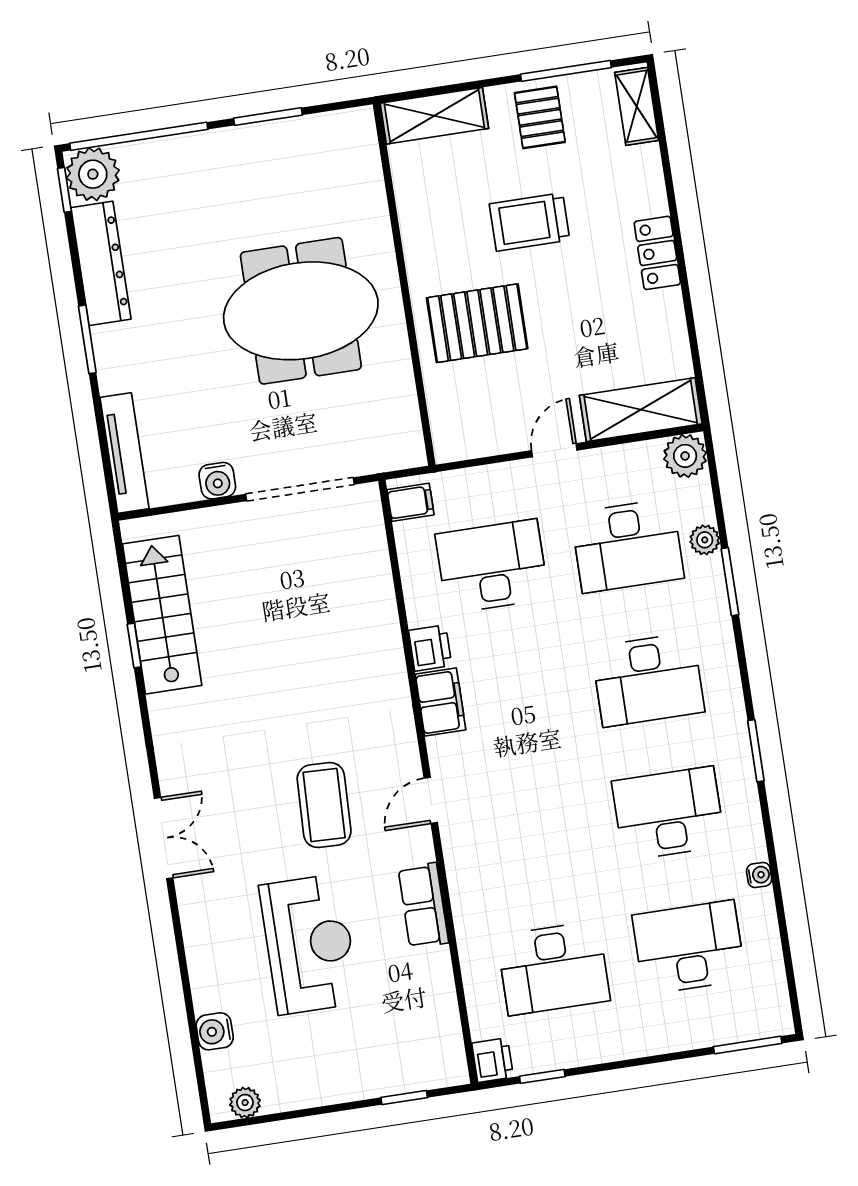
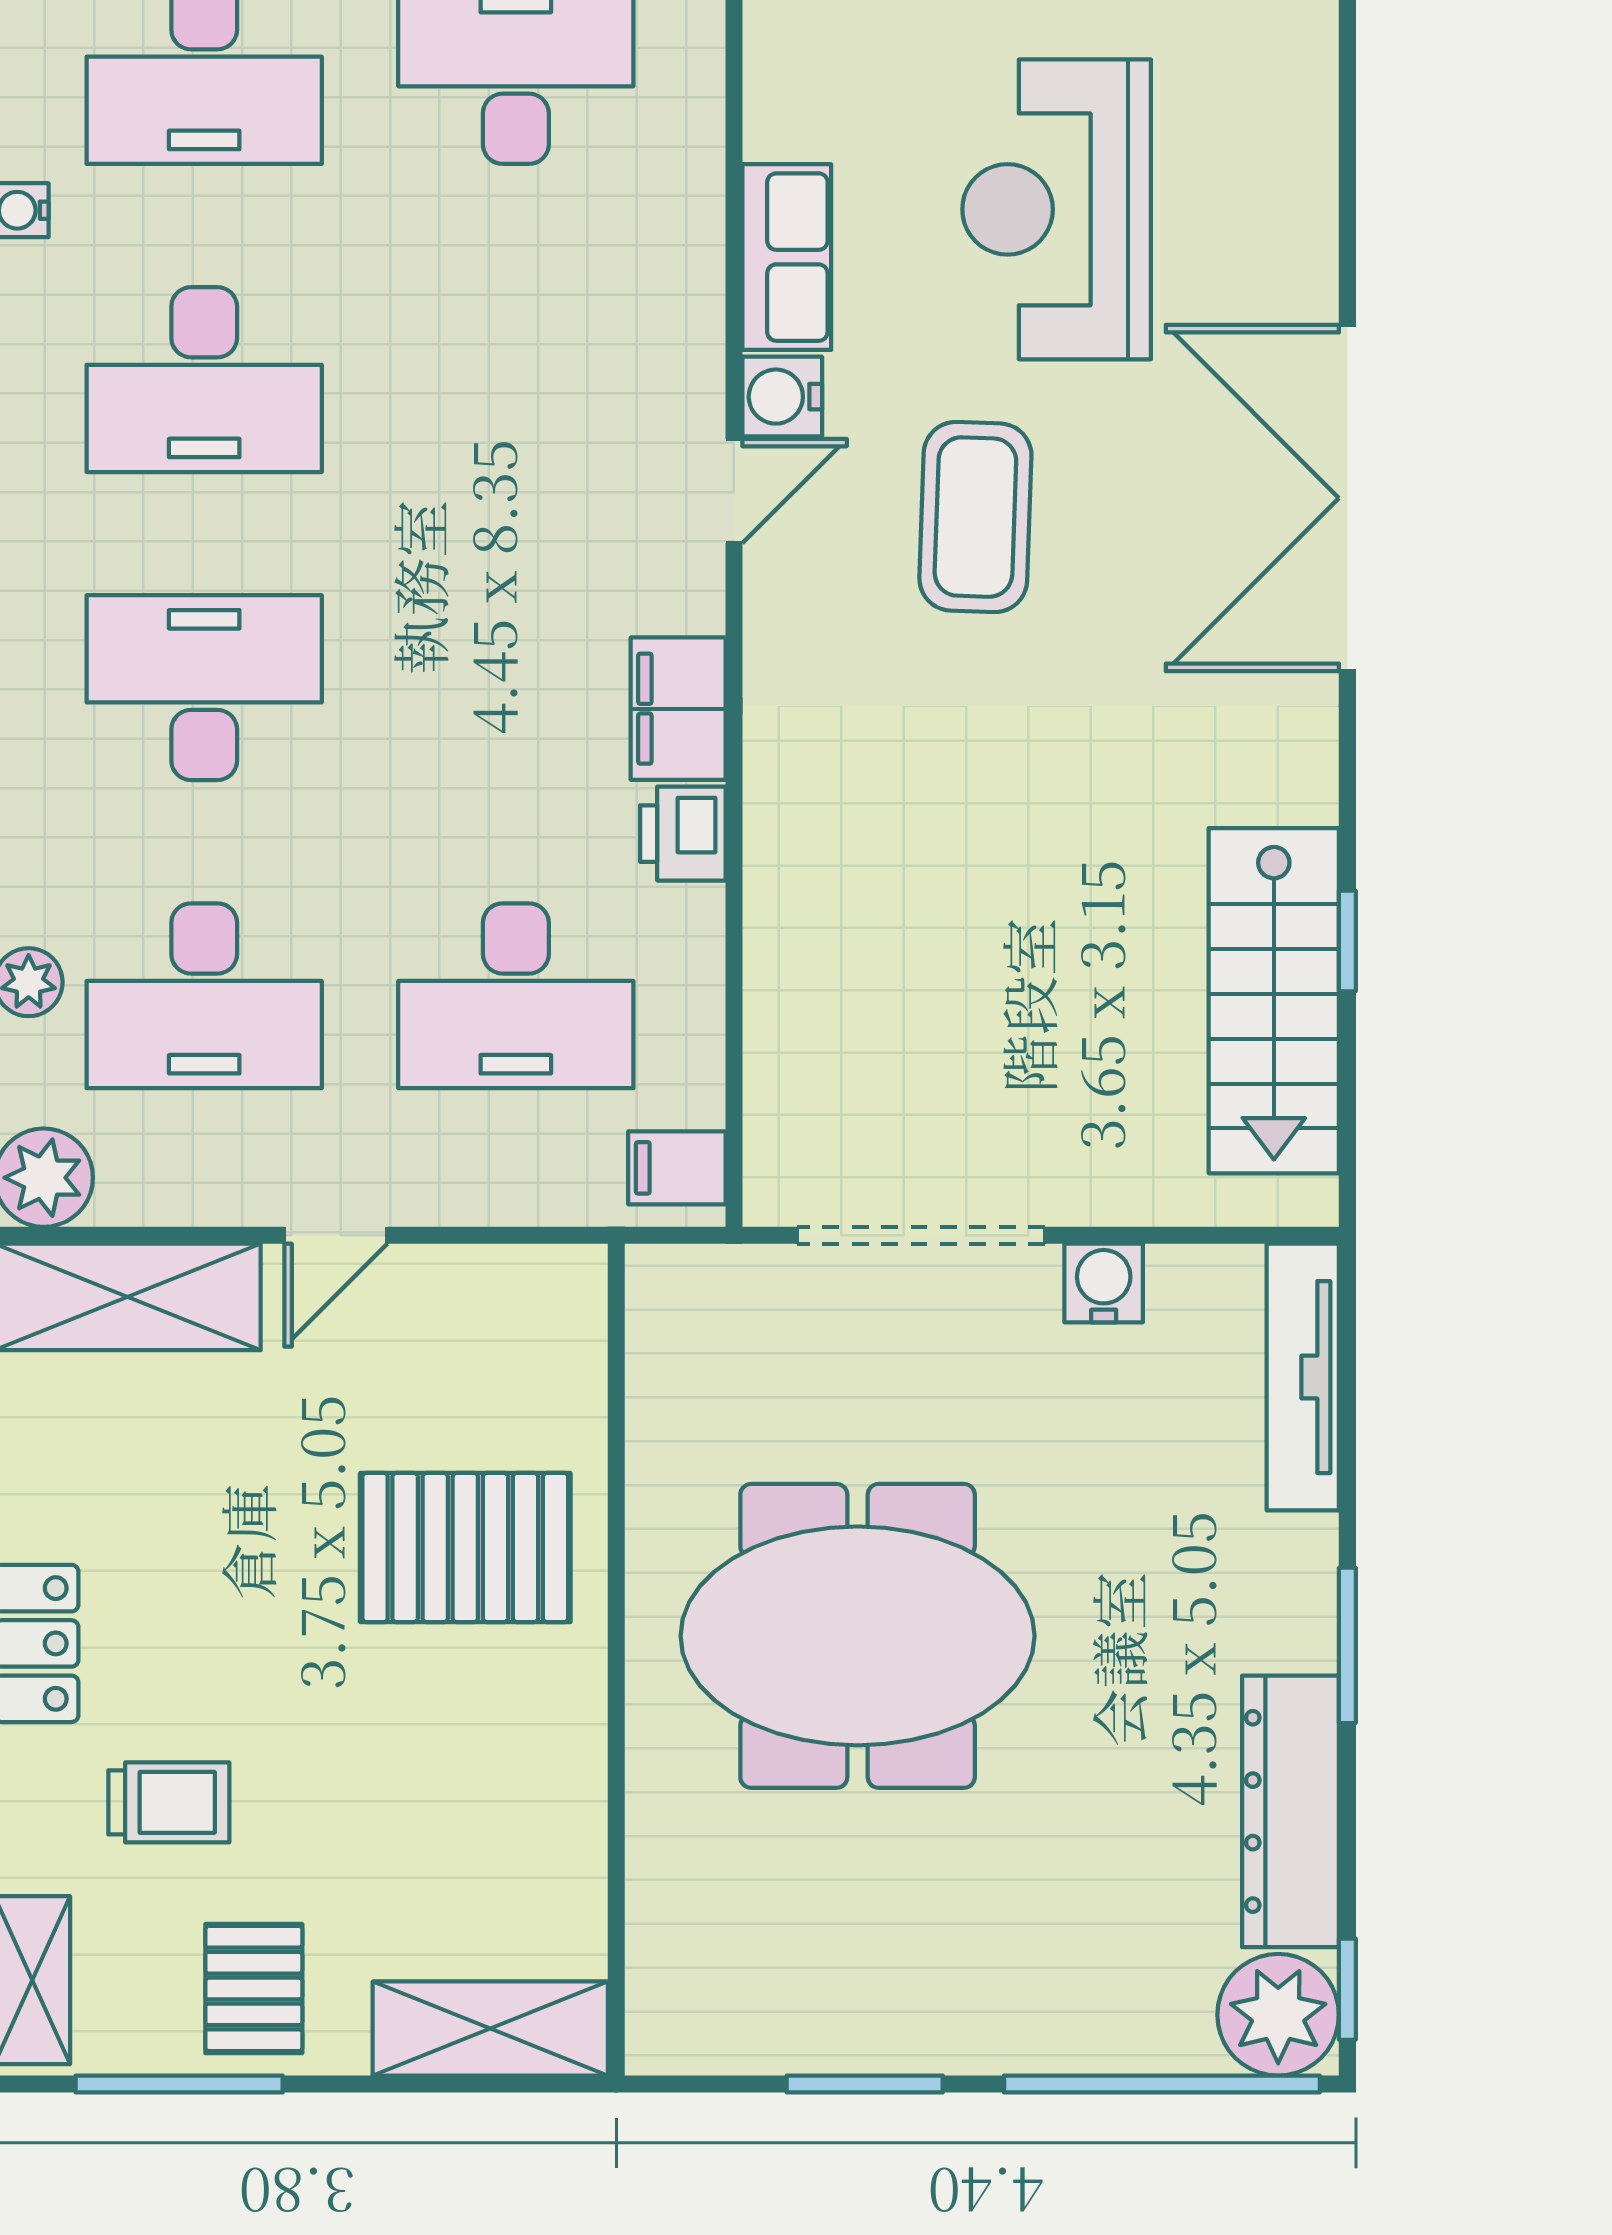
trolley: (529, 222) -> (169, 1802), moved, width x0.73, depth x0.72
desk: (627, 546) -> (204, 996), turned 180
double door: (164, 838) -> (1347, 498), width x1.87
water cooler: (215, 1031) -> (782, 397), moved, turned 180

